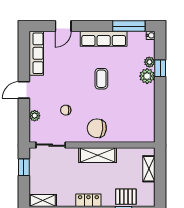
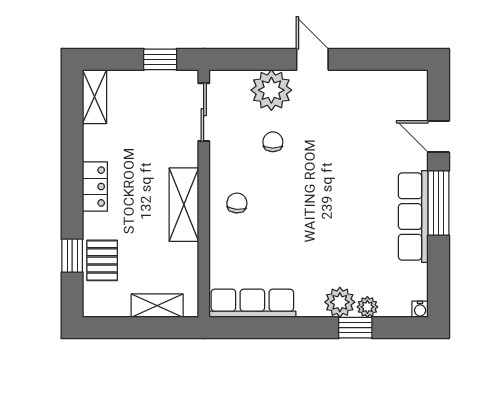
window: (129, 26) -> (439, 203), moved
row of seats: (36, 53) -> (252, 303), moved, turned 180
coffee table: (101, 79) -> (335, 212), removed
plant: (35, 116) -> (271, 90), width x1.88, depth x1.88
chair: (97, 128) -> (237, 203), width x0.54, depth x0.54

